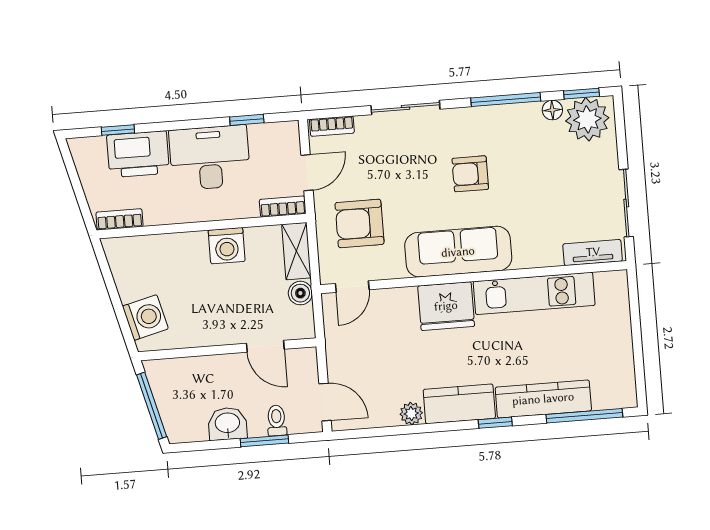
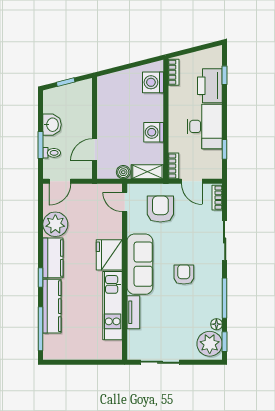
tv unit: (593, 252) -> (133, 312), moved
washing machine: (145, 317) -> (153, 82), moved, turned 104
window: (152, 406) -> (66, 82), width x0.46
plant: (411, 414) -> (55, 224), width x1.88, depth x1.88

